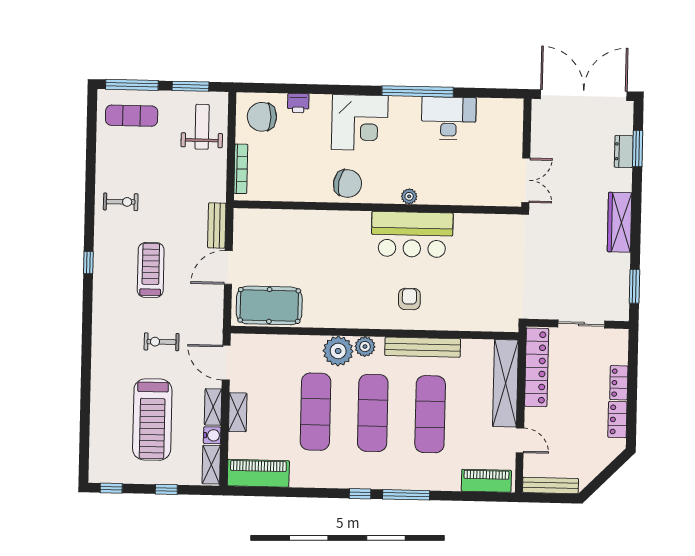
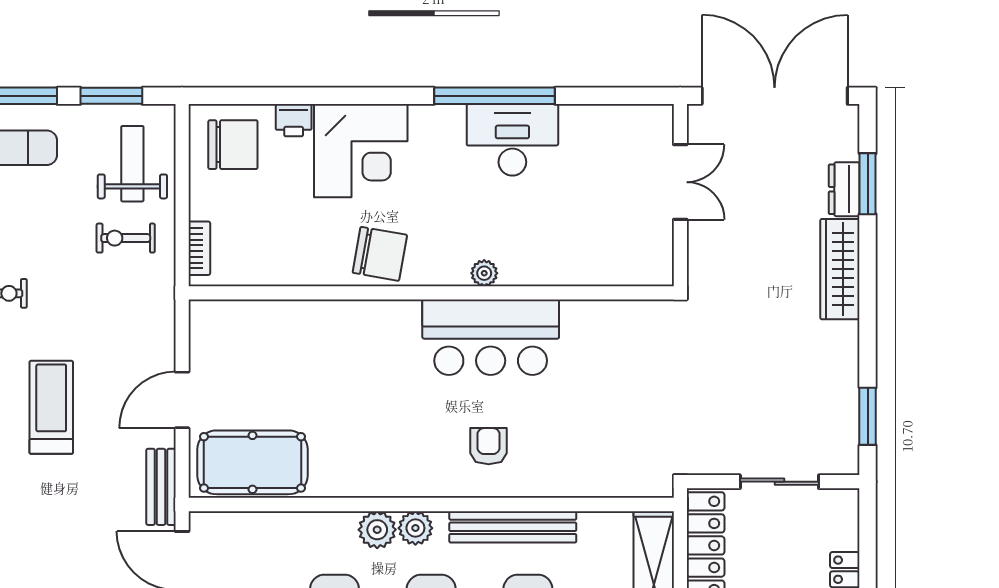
chair: (262, 117) -> (233, 145), turned 180
desk: (449, 118) -> (512, 140), moved
corner desk: (360, 123) -> (361, 151), moved
bookcase: (241, 169) -> (199, 248), width x0.64
double door: (526, 180) -> (680, 182), moved
wardrobe: (620, 222) -> (840, 269), moved
bench: (217, 226) -> (161, 487), moved
exercise bike: (162, 342) -> (126, 238), moved
plant: (338, 351) -> (377, 530), width x0.73, depth x0.73

